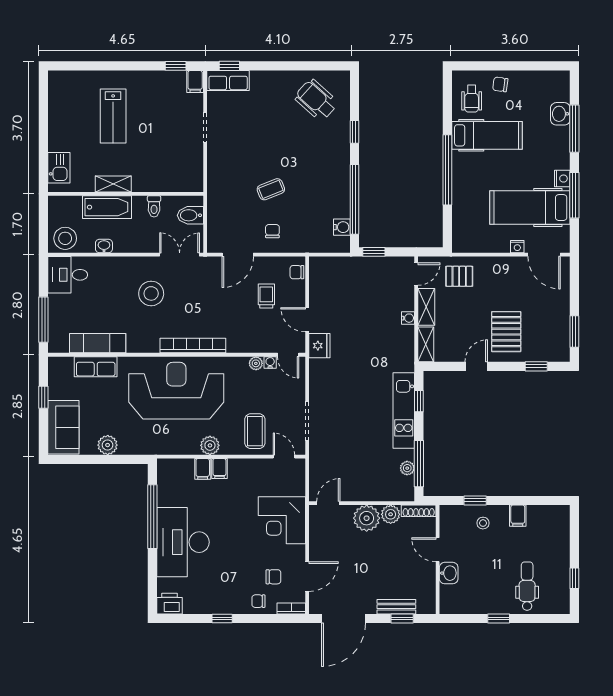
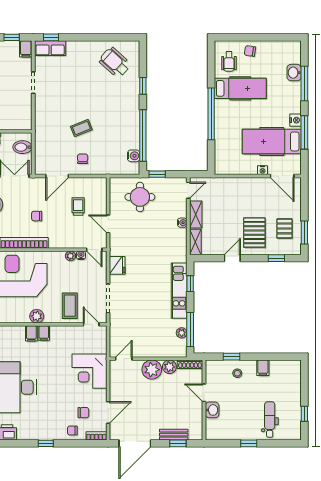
chair: (297, 272) -> (37, 216), moved
pallet: (459, 276) -> (284, 228), moved, turned 90
round table: (350, 283) -> (140, 197), added
fridge: (319, 346) -> (117, 265), moved

